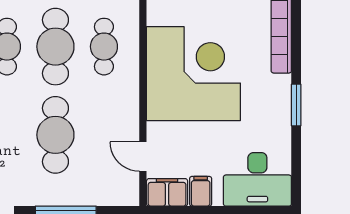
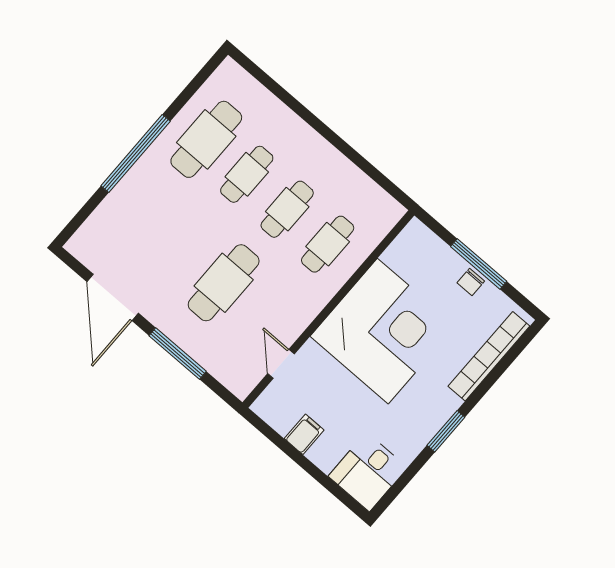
cafe table: (55, 47) -> (287, 209), width x0.73, depth x0.74
desk: (257, 179) -> (368, 472), width x0.73
filing cabinet: (167, 192) -> (275, 411), removed

